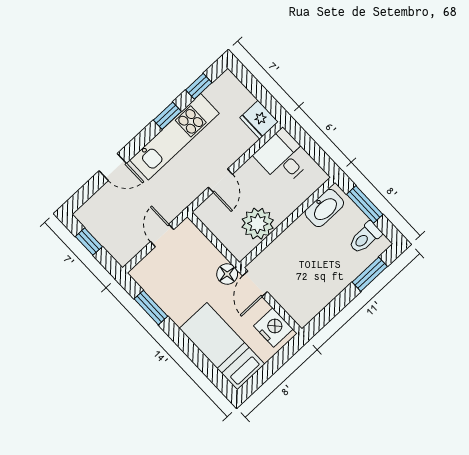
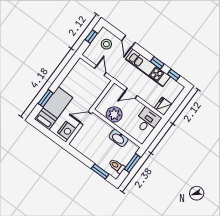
washbasin: (324, 208) -> (119, 138), moved
stool: (110, 213) -> (106, 44), added
door: (162, 235) -> (100, 71), hinge flipped
floor lamp: (227, 274) -> (88, 104), removed
window: (151, 308) -> (46, 98), moved

